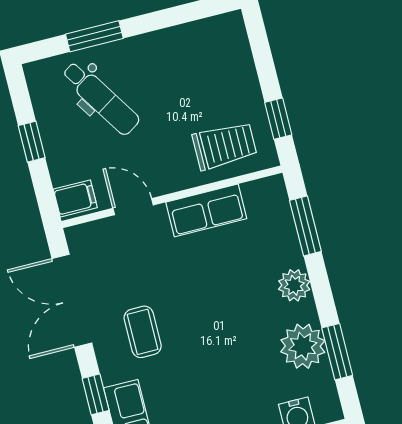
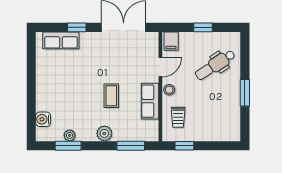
window: (94, 36) -> (245, 93), moved
trolley: (225, 146) -> (178, 117), width x0.73, depth x0.72
stool: (174, 178) -> (169, 90), added
coffee table: (143, 332) -> (111, 96), moved, turned 90
plant: (303, 346) -> (70, 135), width x0.53, depth x0.53

